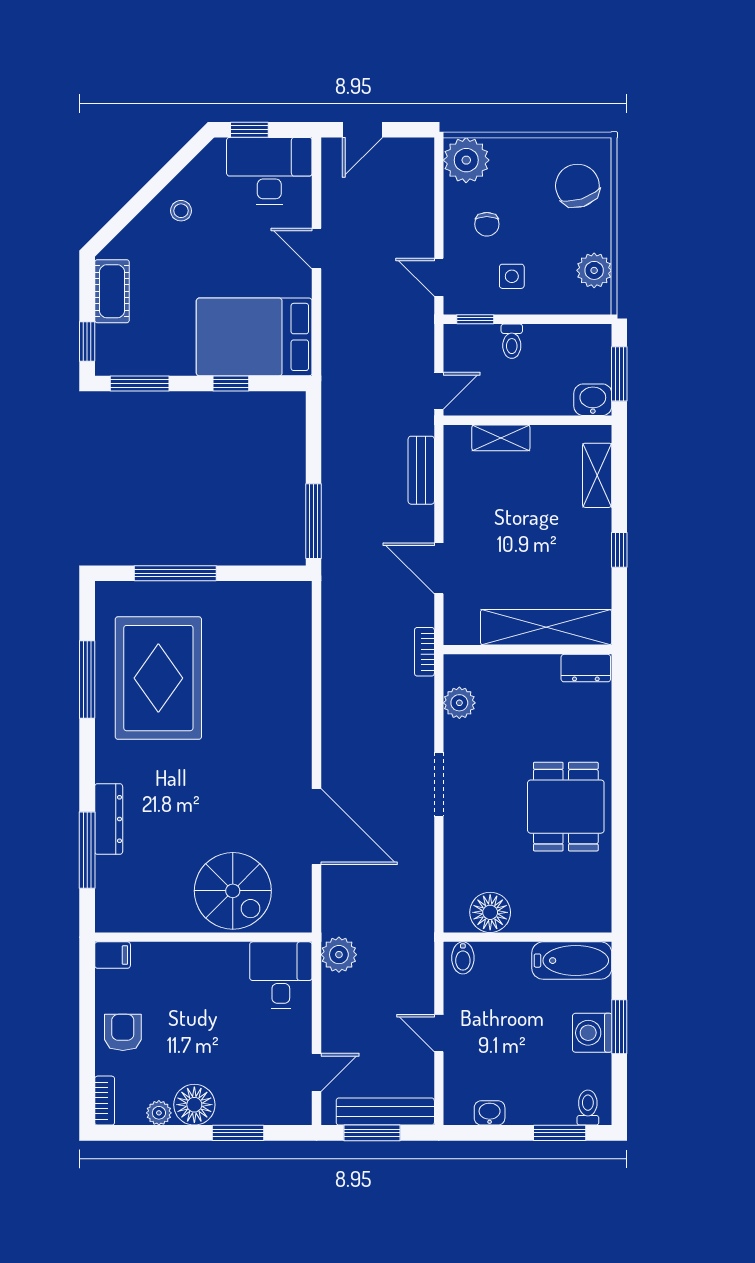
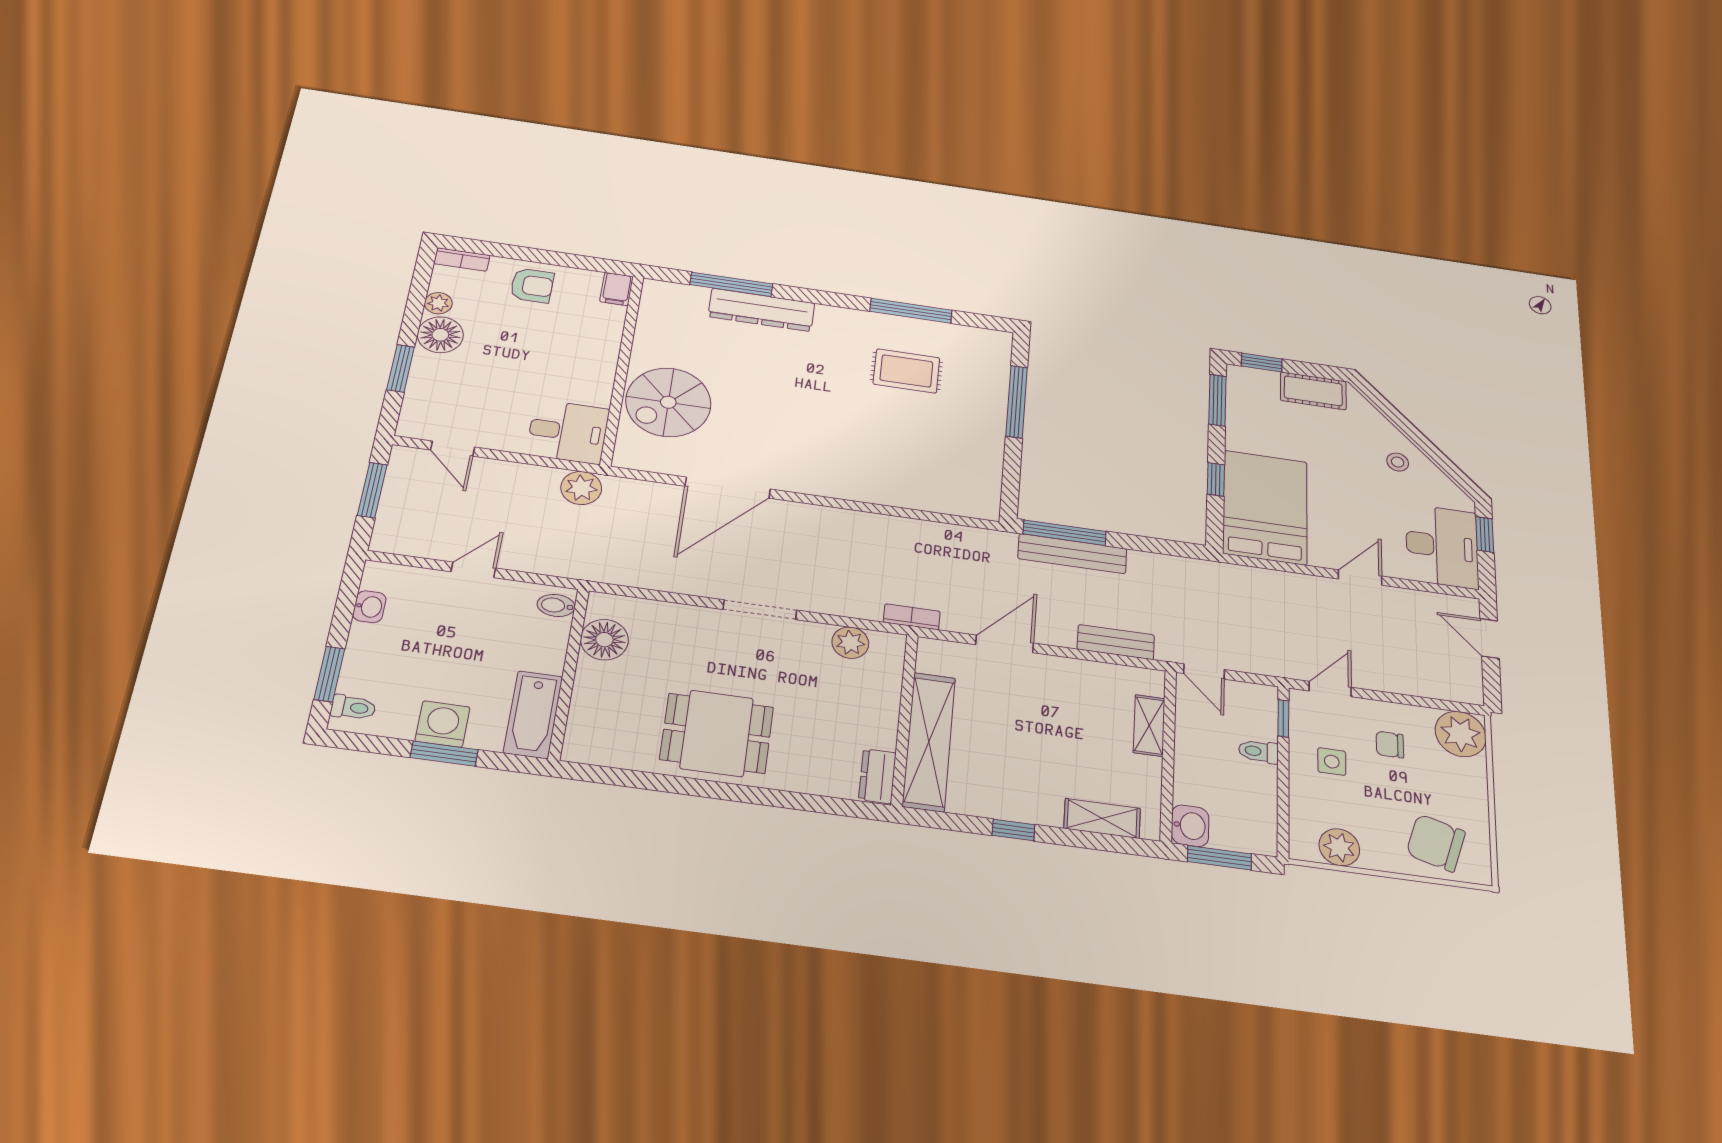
chair: (577, 186) -> (1436, 843), turned -146
rug: (158, 678) -> (906, 371), width x0.54, depth x0.49
dresser: (109, 819) -> (761, 310), width x1.37, depth x1.24
bench: (385, 1112) -> (1072, 554), moved, turned 90

